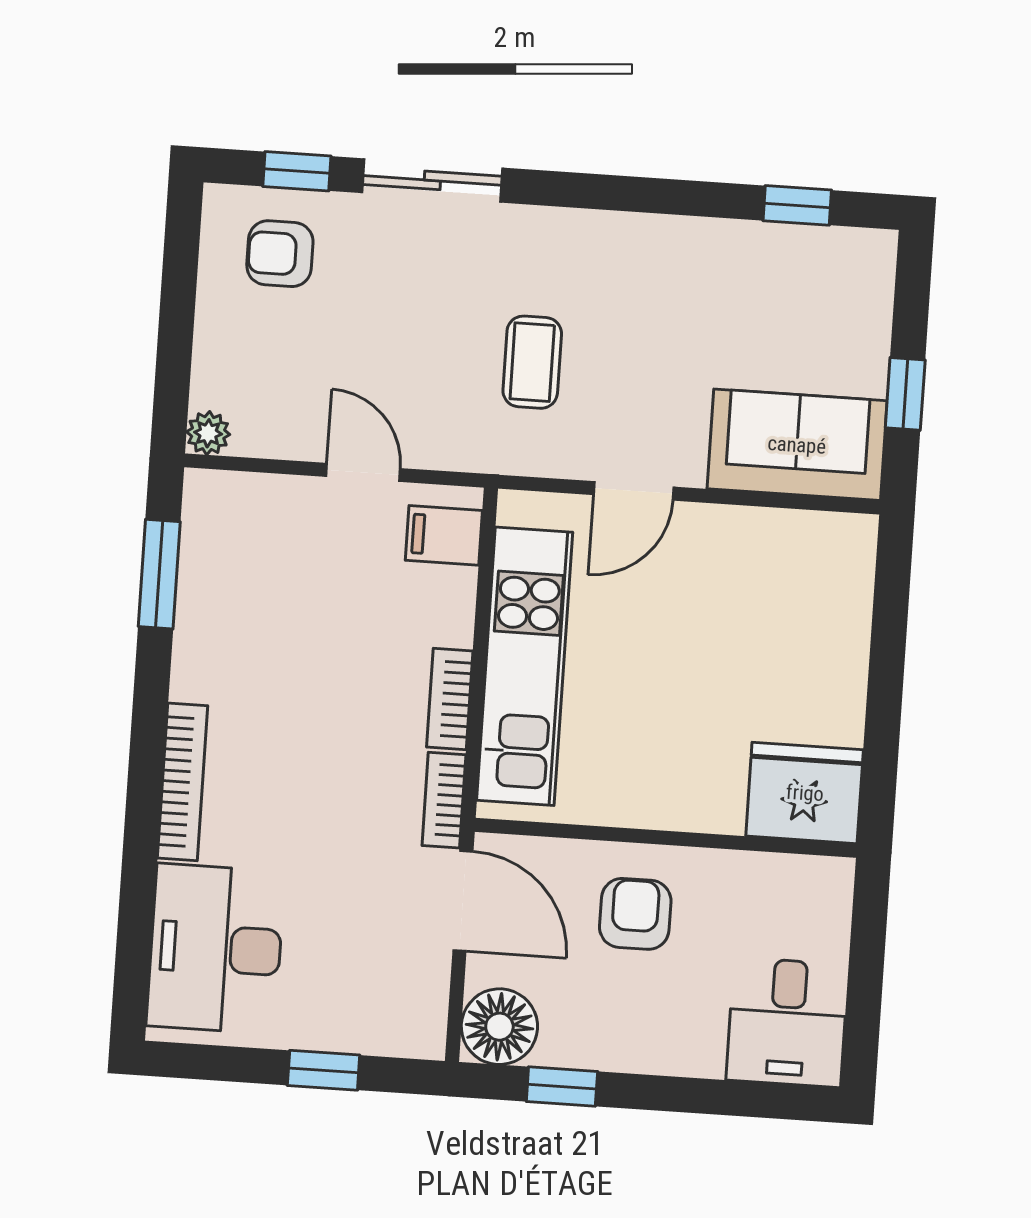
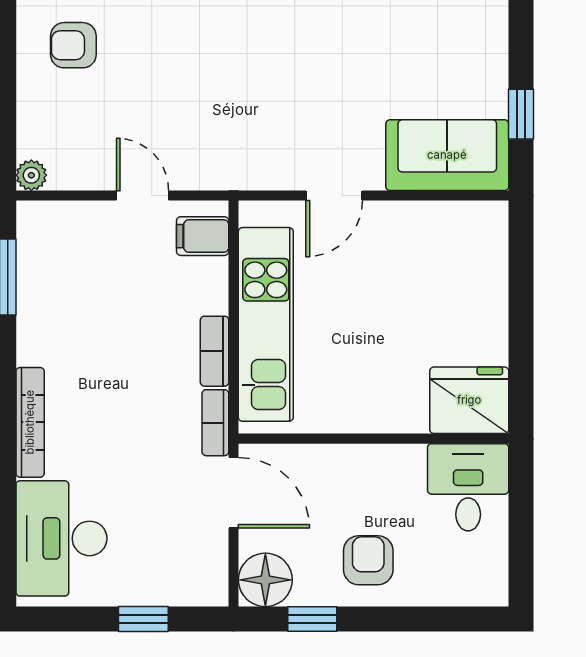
coffee table: (532, 362) -> (256, 110), removed
armchair: (635, 914) -> (368, 560), moved
desk: (787, 1022) -> (468, 487), moved, turned 180

